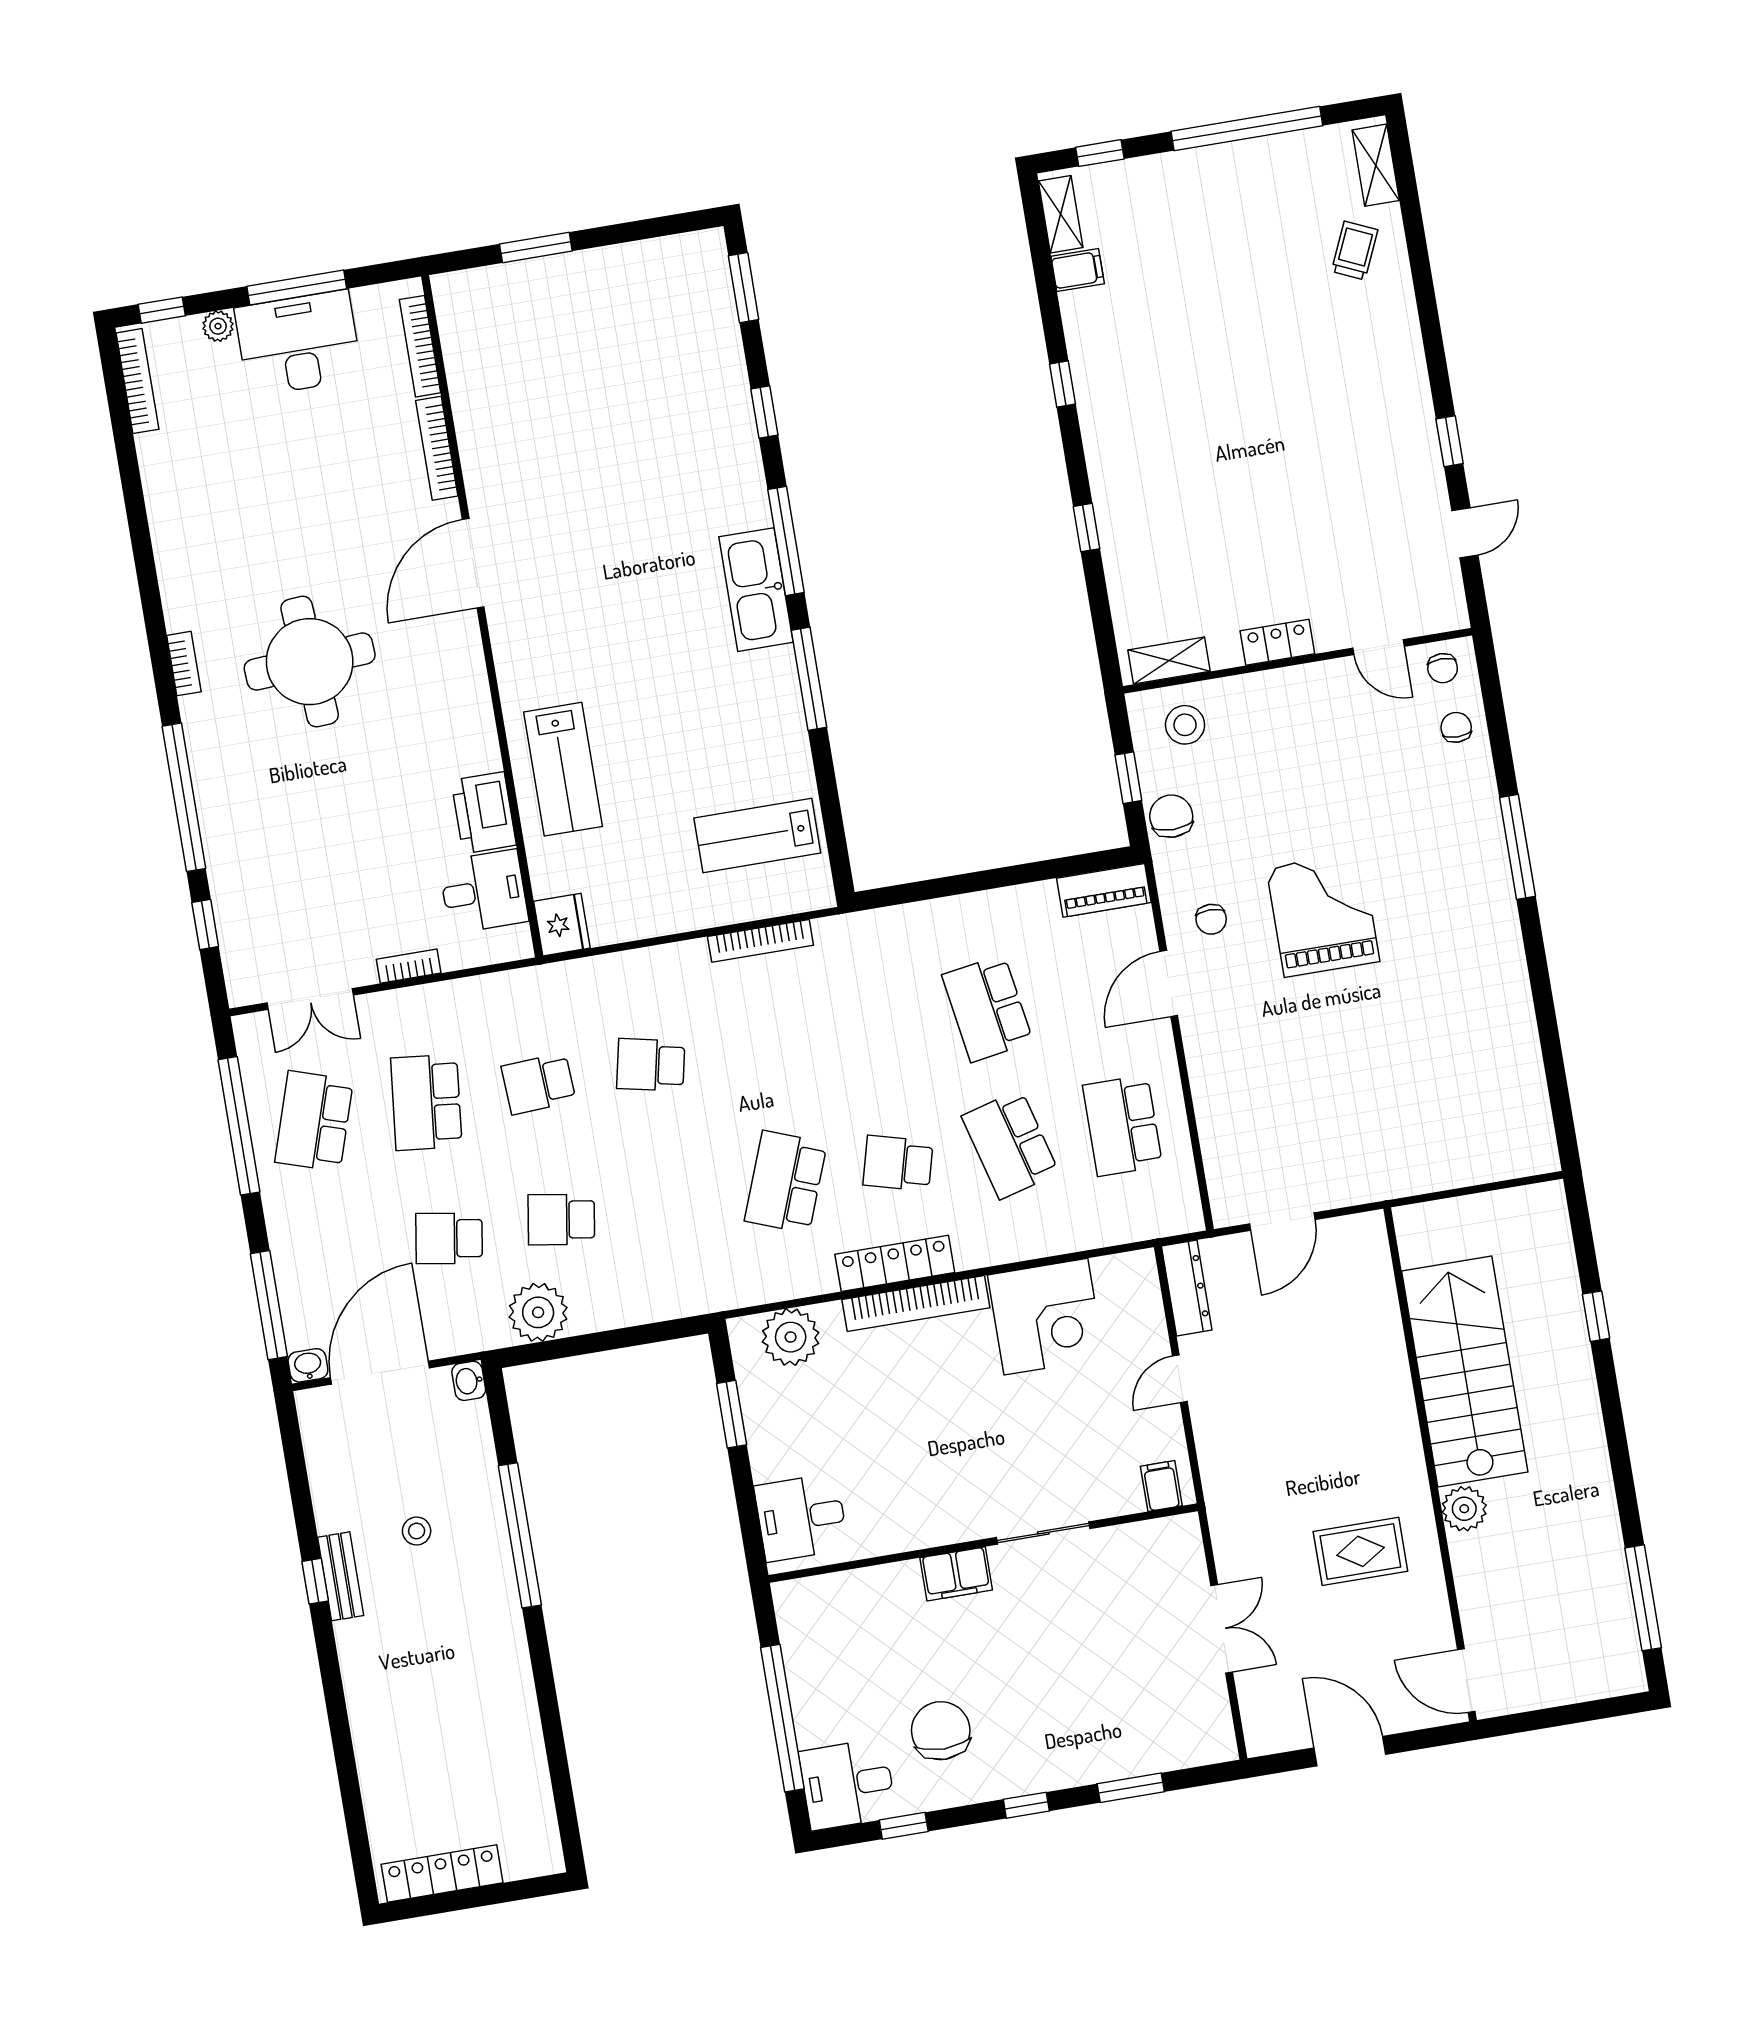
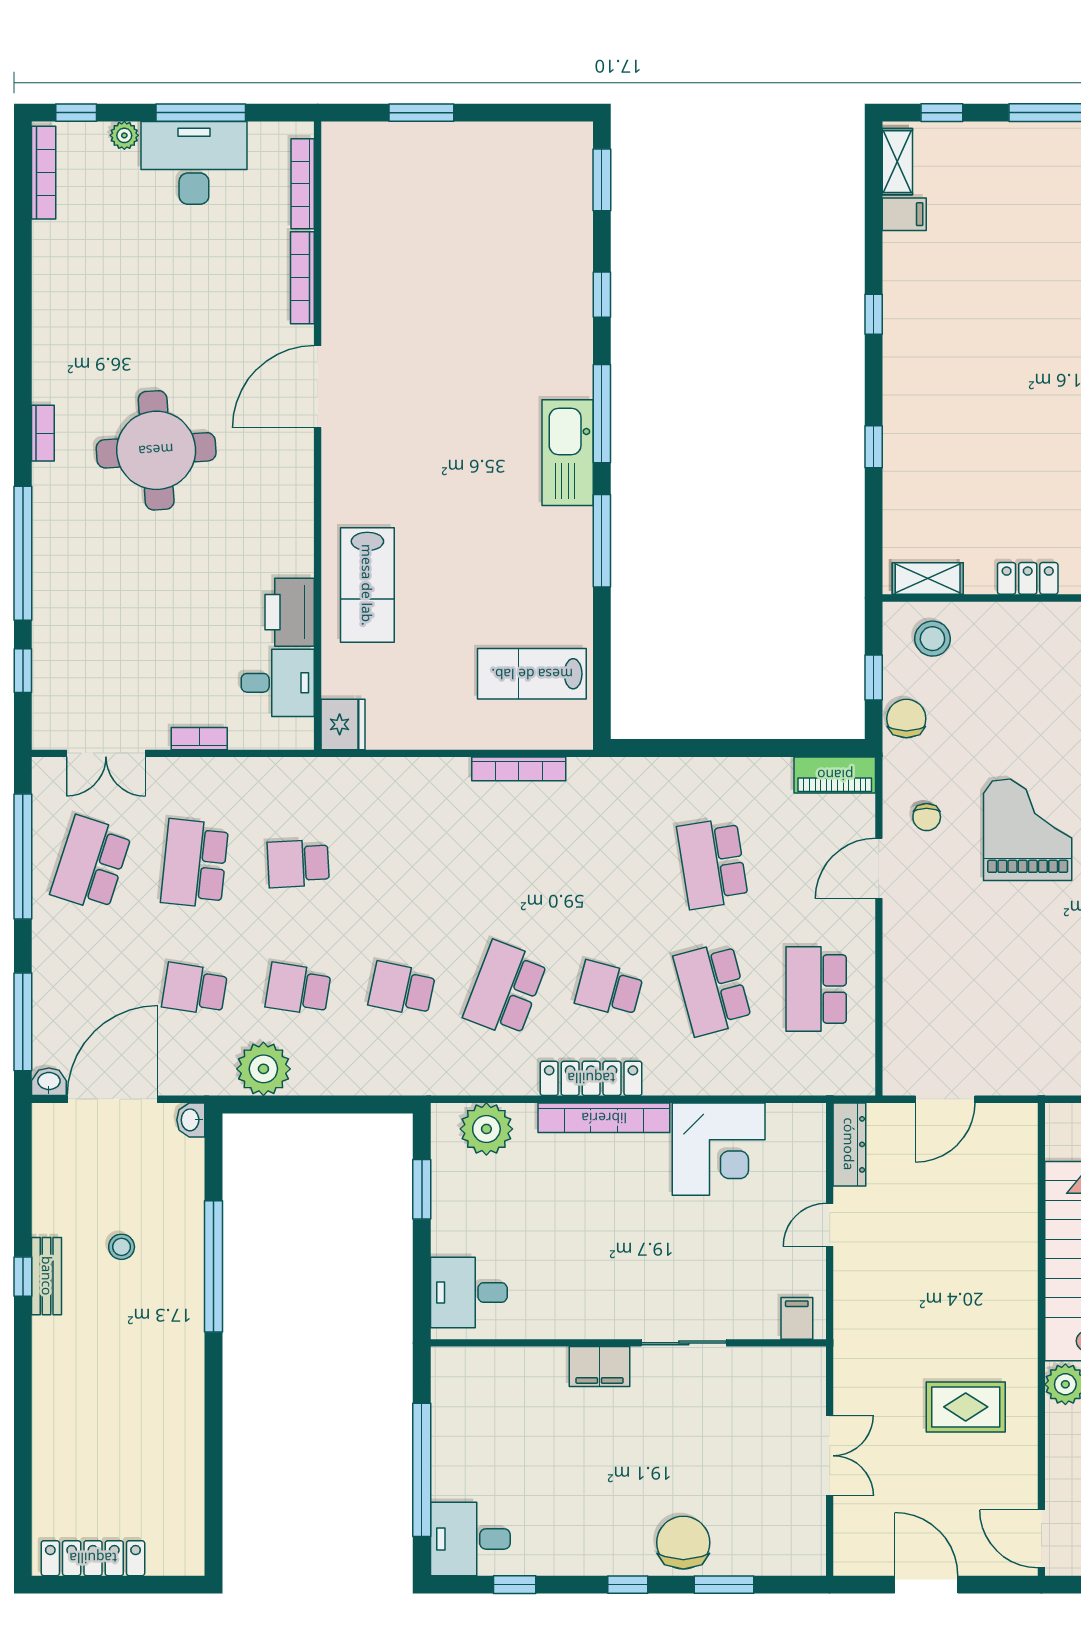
school desk: (651, 1065) -> (402, 989), moved
chair: (941, 1731) -> (683, 1543), moved

